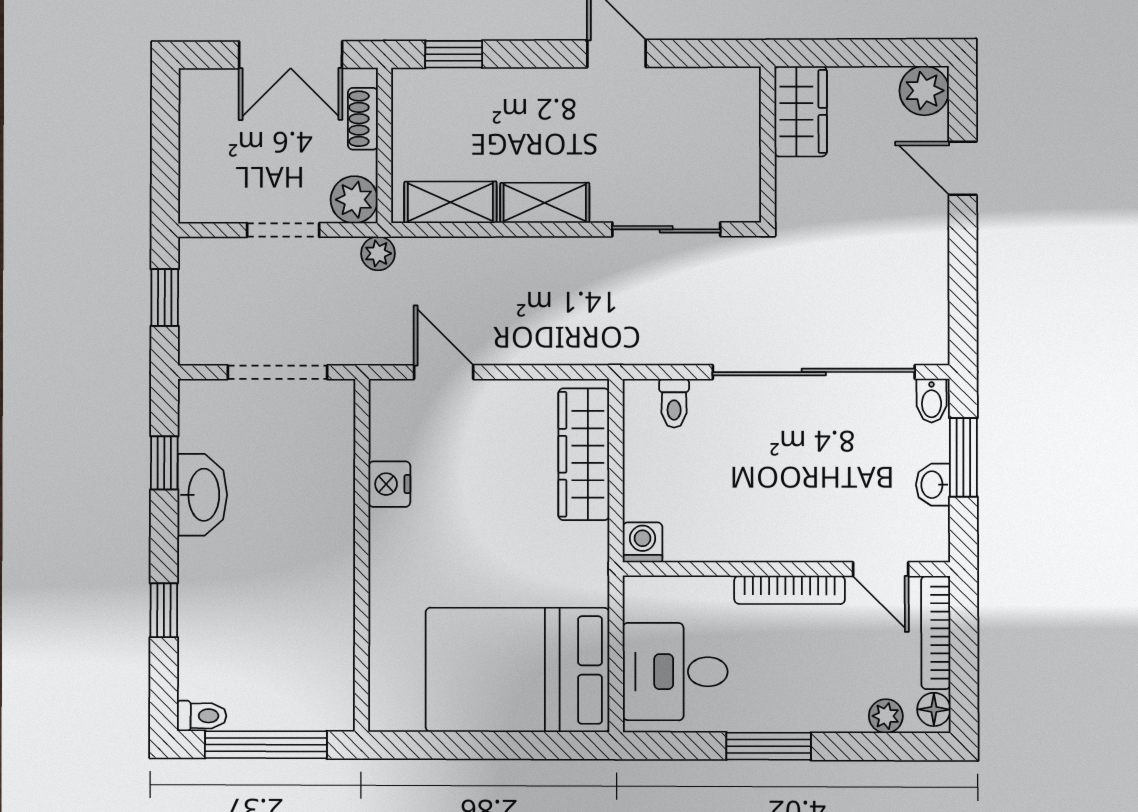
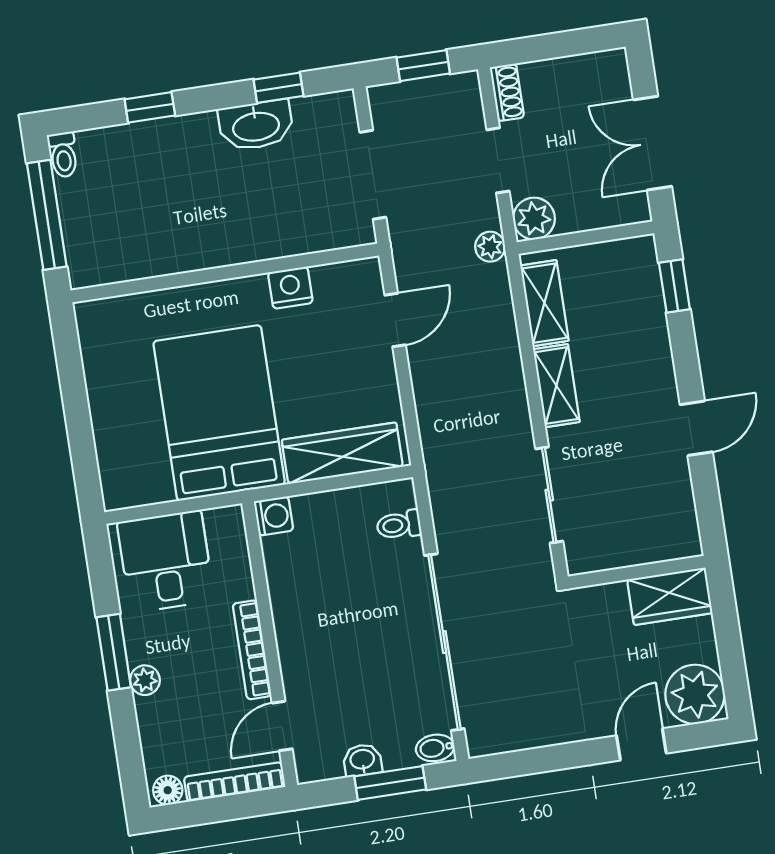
plant: (924, 91) -> (695, 694), width x1.36, depth x1.36
shoe rack: (363, 119) -> (507, 92), moved, turned 90
bed: (517, 670) -> (219, 413), moved
plant: (886, 716) -> (145, 680), moved

